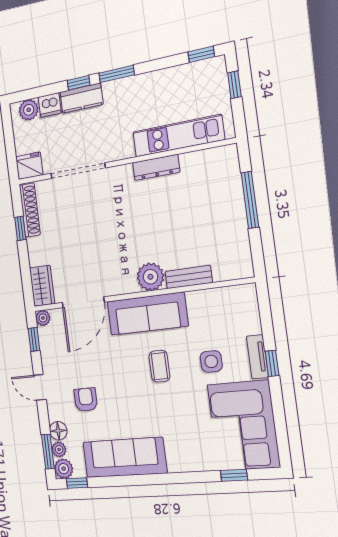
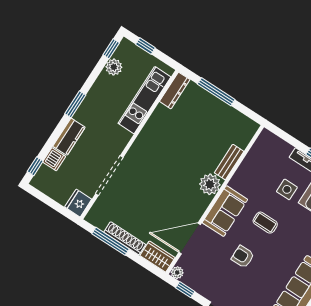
window: (79, 83) -> (35, 166), moved
plant: (29, 110) -> (114, 67), moved
dresser: (156, 167) -> (175, 90), moved
shoe rack: (30, 210) -> (125, 238), moved
window: (20, 228) -> (111, 241), width x2.17
door: (83, 302) -> (190, 238), swing flipped
sofa: (147, 314) -> (225, 211), width x0.73
armchair: (86, 400) -> (243, 257), moved

